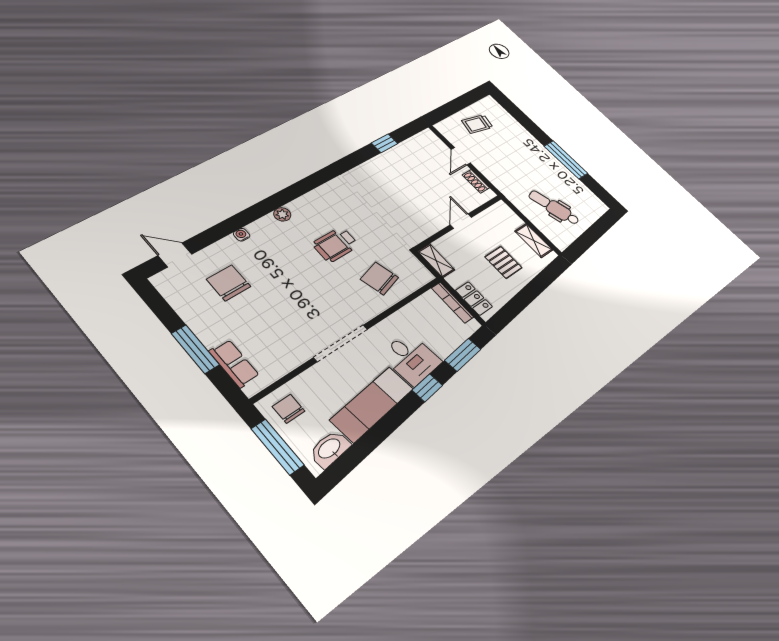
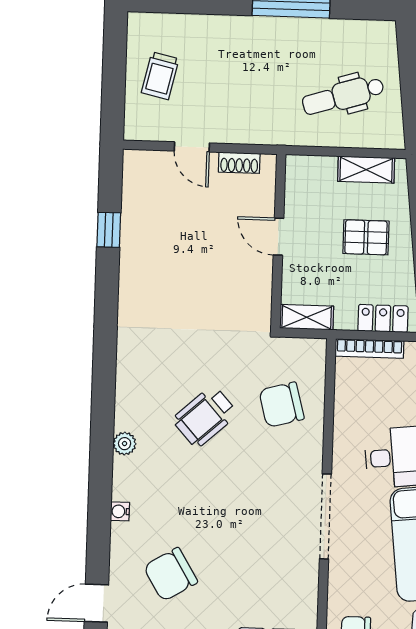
wheelchair: (335, 245) -> (205, 417), turned 48
chair: (229, 283) -> (171, 574), turned -31

